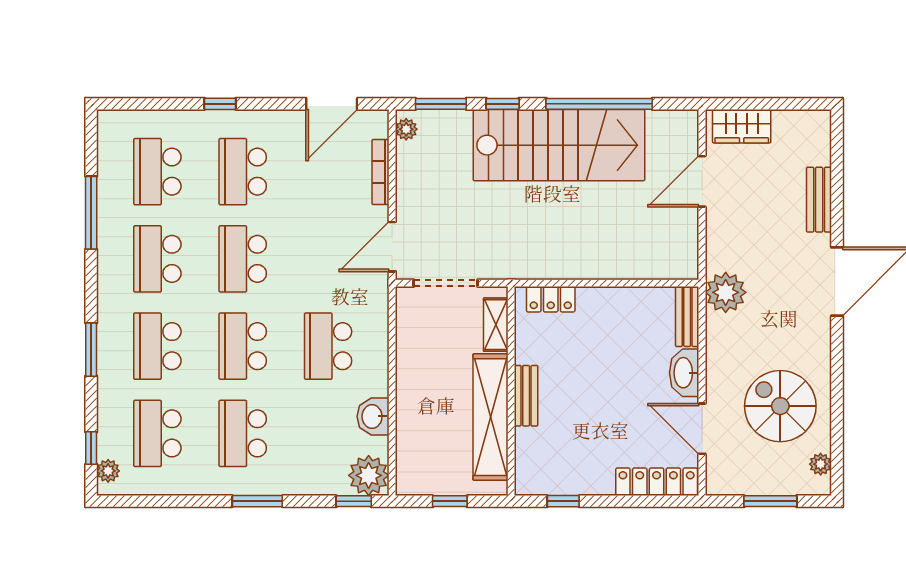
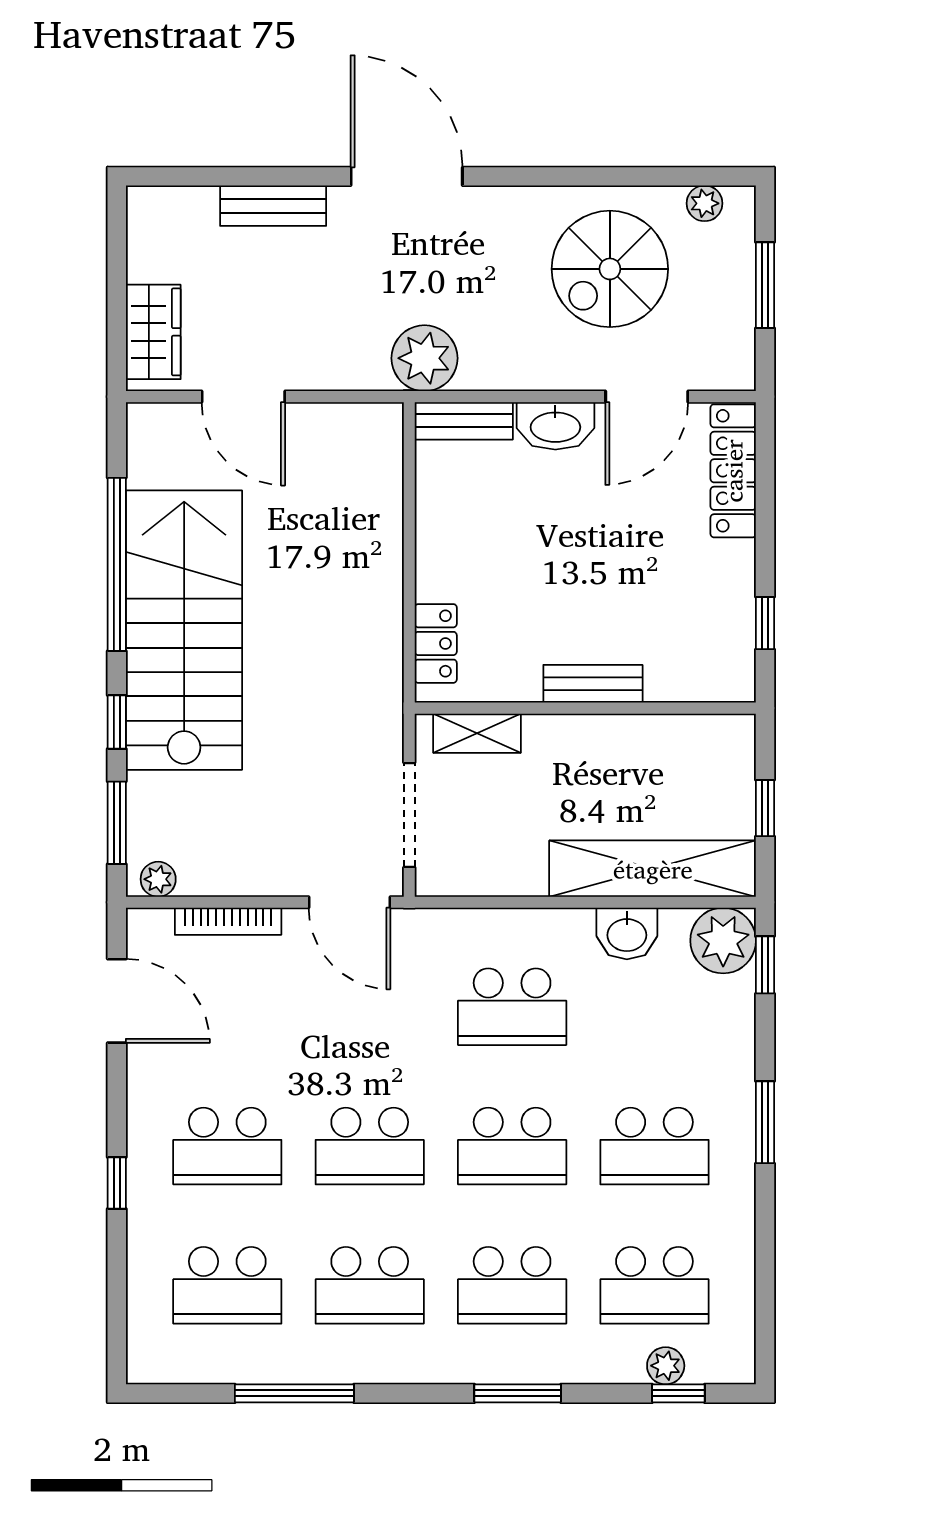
shelving: (490, 417) -> (653, 869), moved
plant: (108, 471) -> (666, 1366), moved

